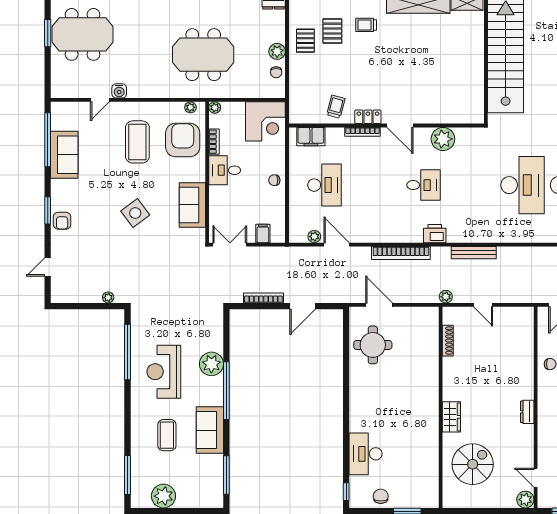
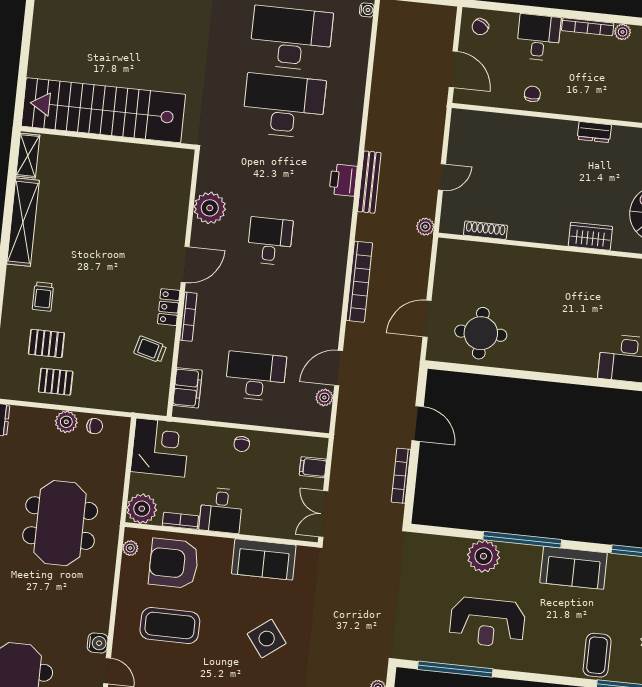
plant: (215, 108) -> (142, 509), width x1.88, depth x1.88
printer: (435, 234) -> (343, 180), moved
coffee table: (167, 435) -> (597, 655), moved, turned 90

